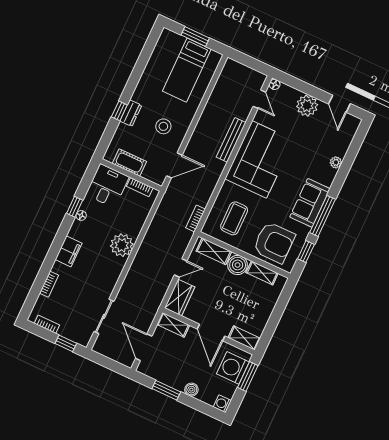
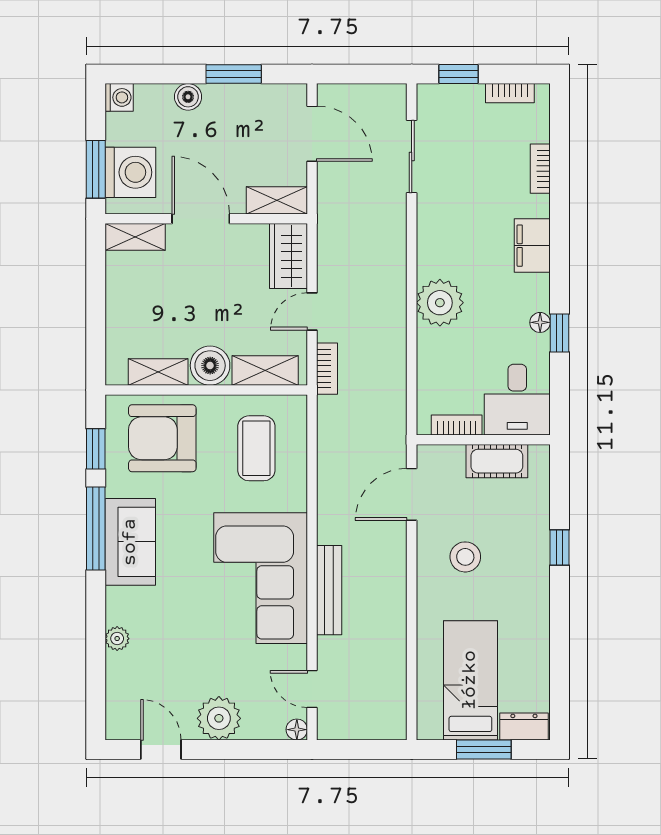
dresser: (131, 113) -> (524, 727), moved, turned 90
bookcase: (196, 218) -> (327, 369), moved

